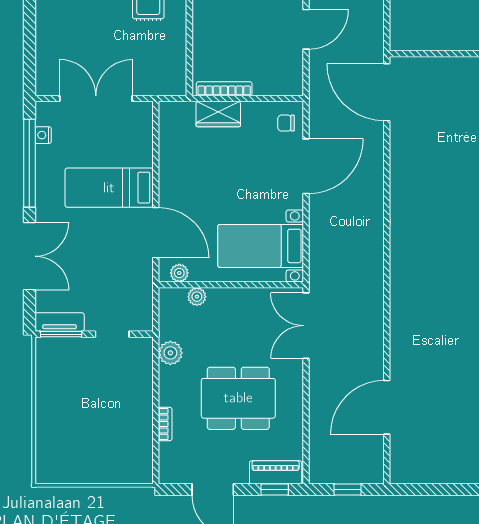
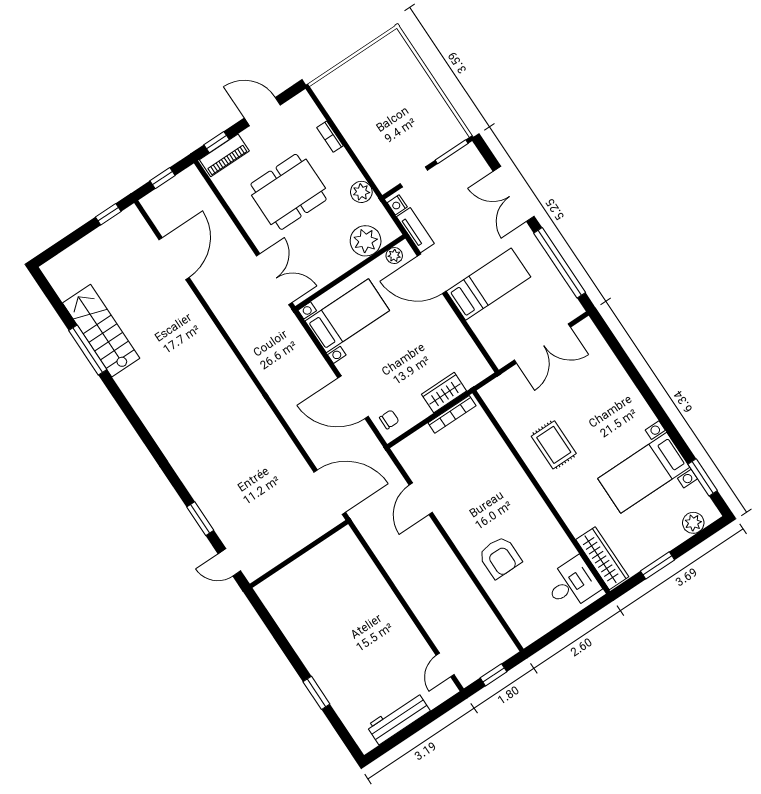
nightstand: (43, 135) -> (397, 205), moved, turned 180
door: (306, 166) -> (353, 397), hinge flipped
plant: (197, 297) -> (366, 241), width x1.87, depth x1.87
tv unit: (60, 322) -> (415, 230), moved, turned -90
window: (421, 490) -> (108, 214), added

